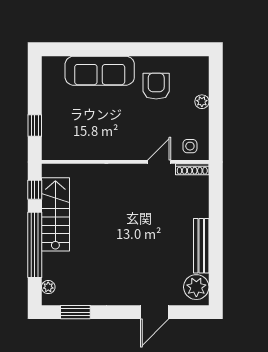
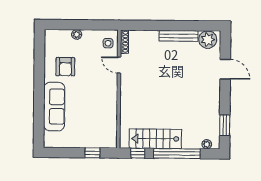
armchair: (156, 86) -> (65, 67), turned -90

